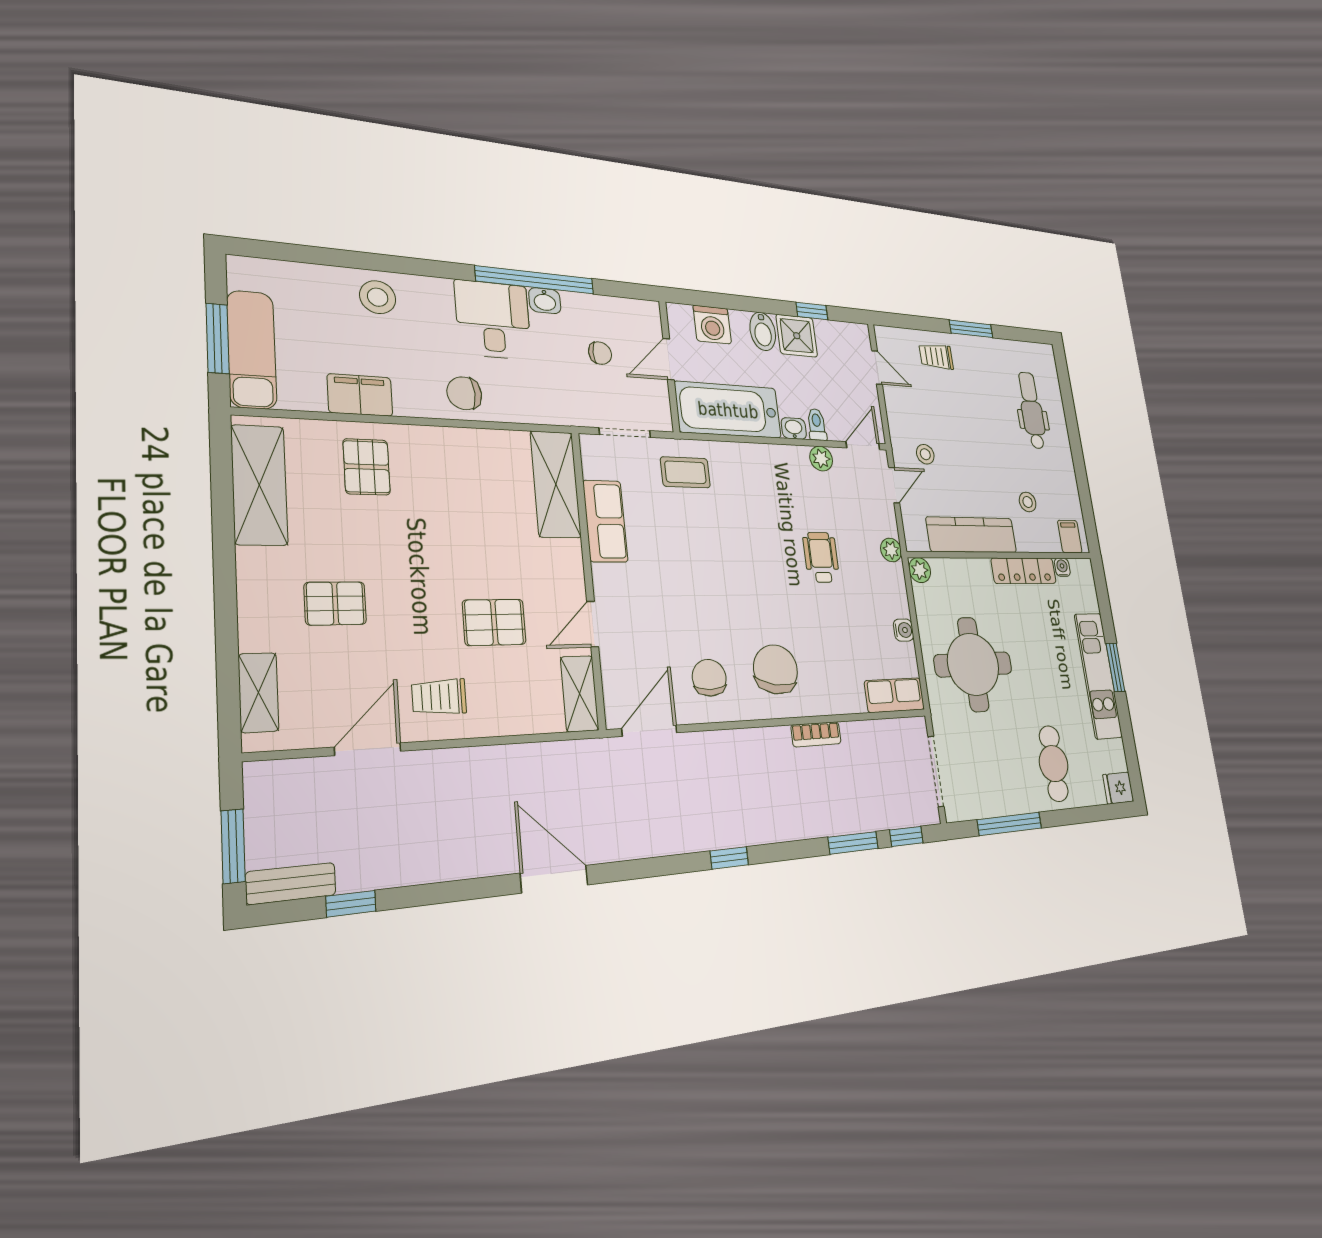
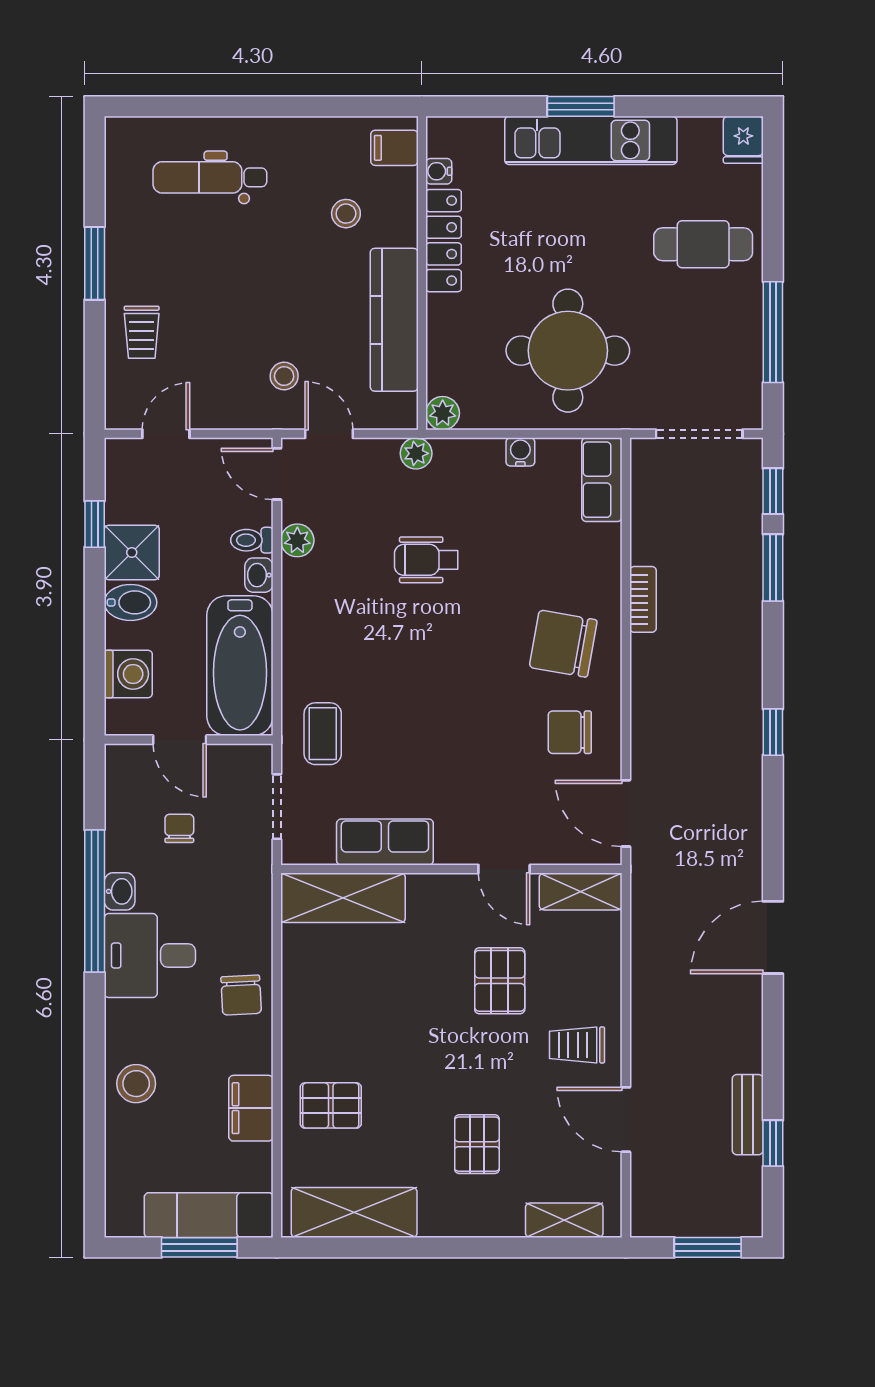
trolley: (439, 697) -> (577, 1045), turned 90
bench: (291, 884) -> (748, 1115), moved

